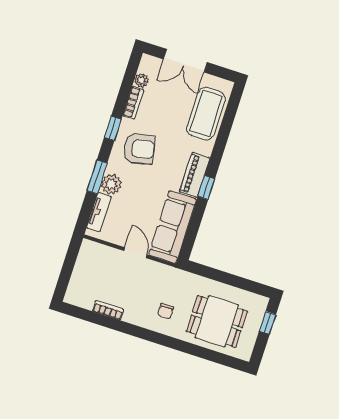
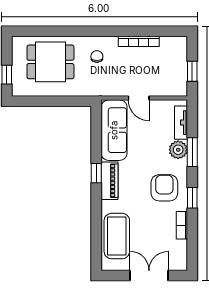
plant: (141, 80) -> (181, 247), removed
armchair: (139, 148) -> (164, 188), turned 101
window: (69, 263) -> (192, 71), added
bookcase: (108, 310) -> (139, 41), width x1.56

